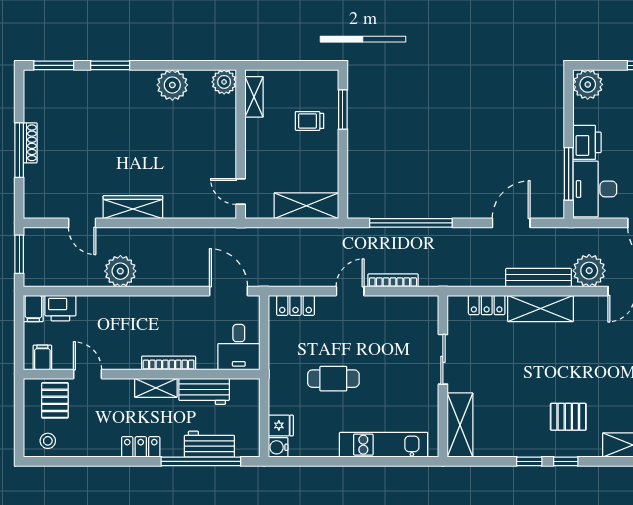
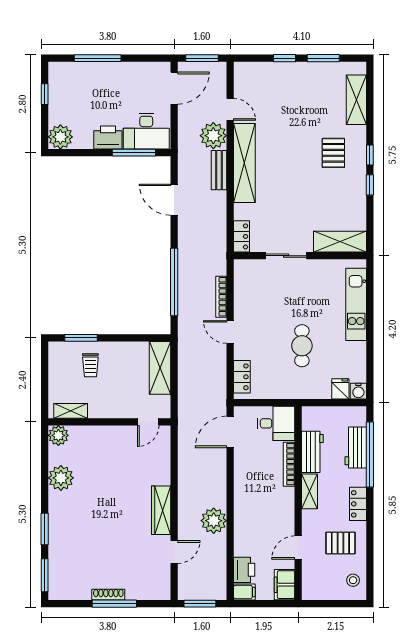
bench: (538, 278) -> (219, 170), width x0.73
locker: (487, 305) -> (242, 236), moved
shelving: (540, 308) -> (244, 163), width x1.47
filing cabinet: (42, 357) -> (285, 585), width x2.00
bookcase: (169, 363) -> (289, 464), moved
pallet: (55, 400) -> (340, 543), moved

